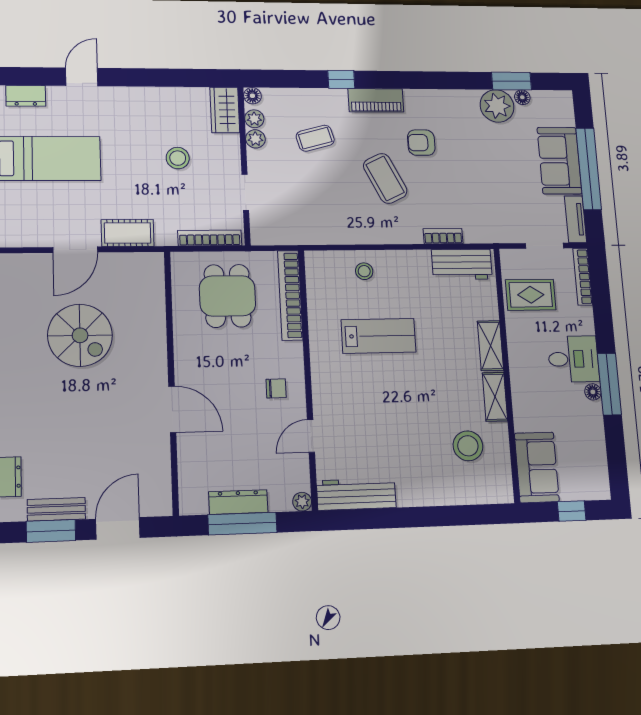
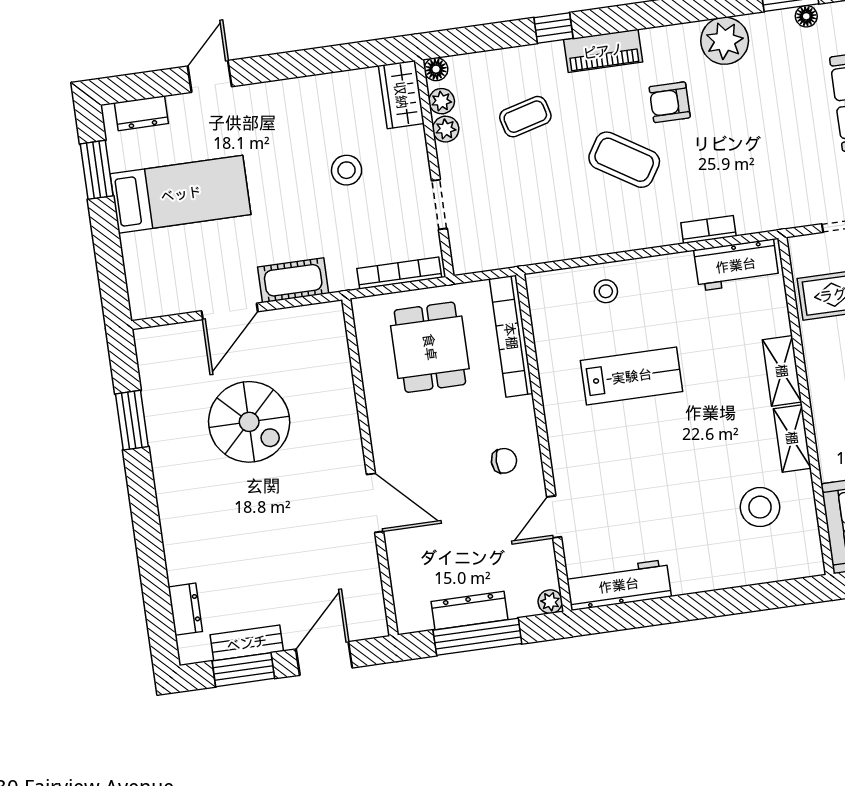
plant: (497, 106) -> (725, 41), moved
coffee table: (385, 178) -> (624, 160), turned -32

